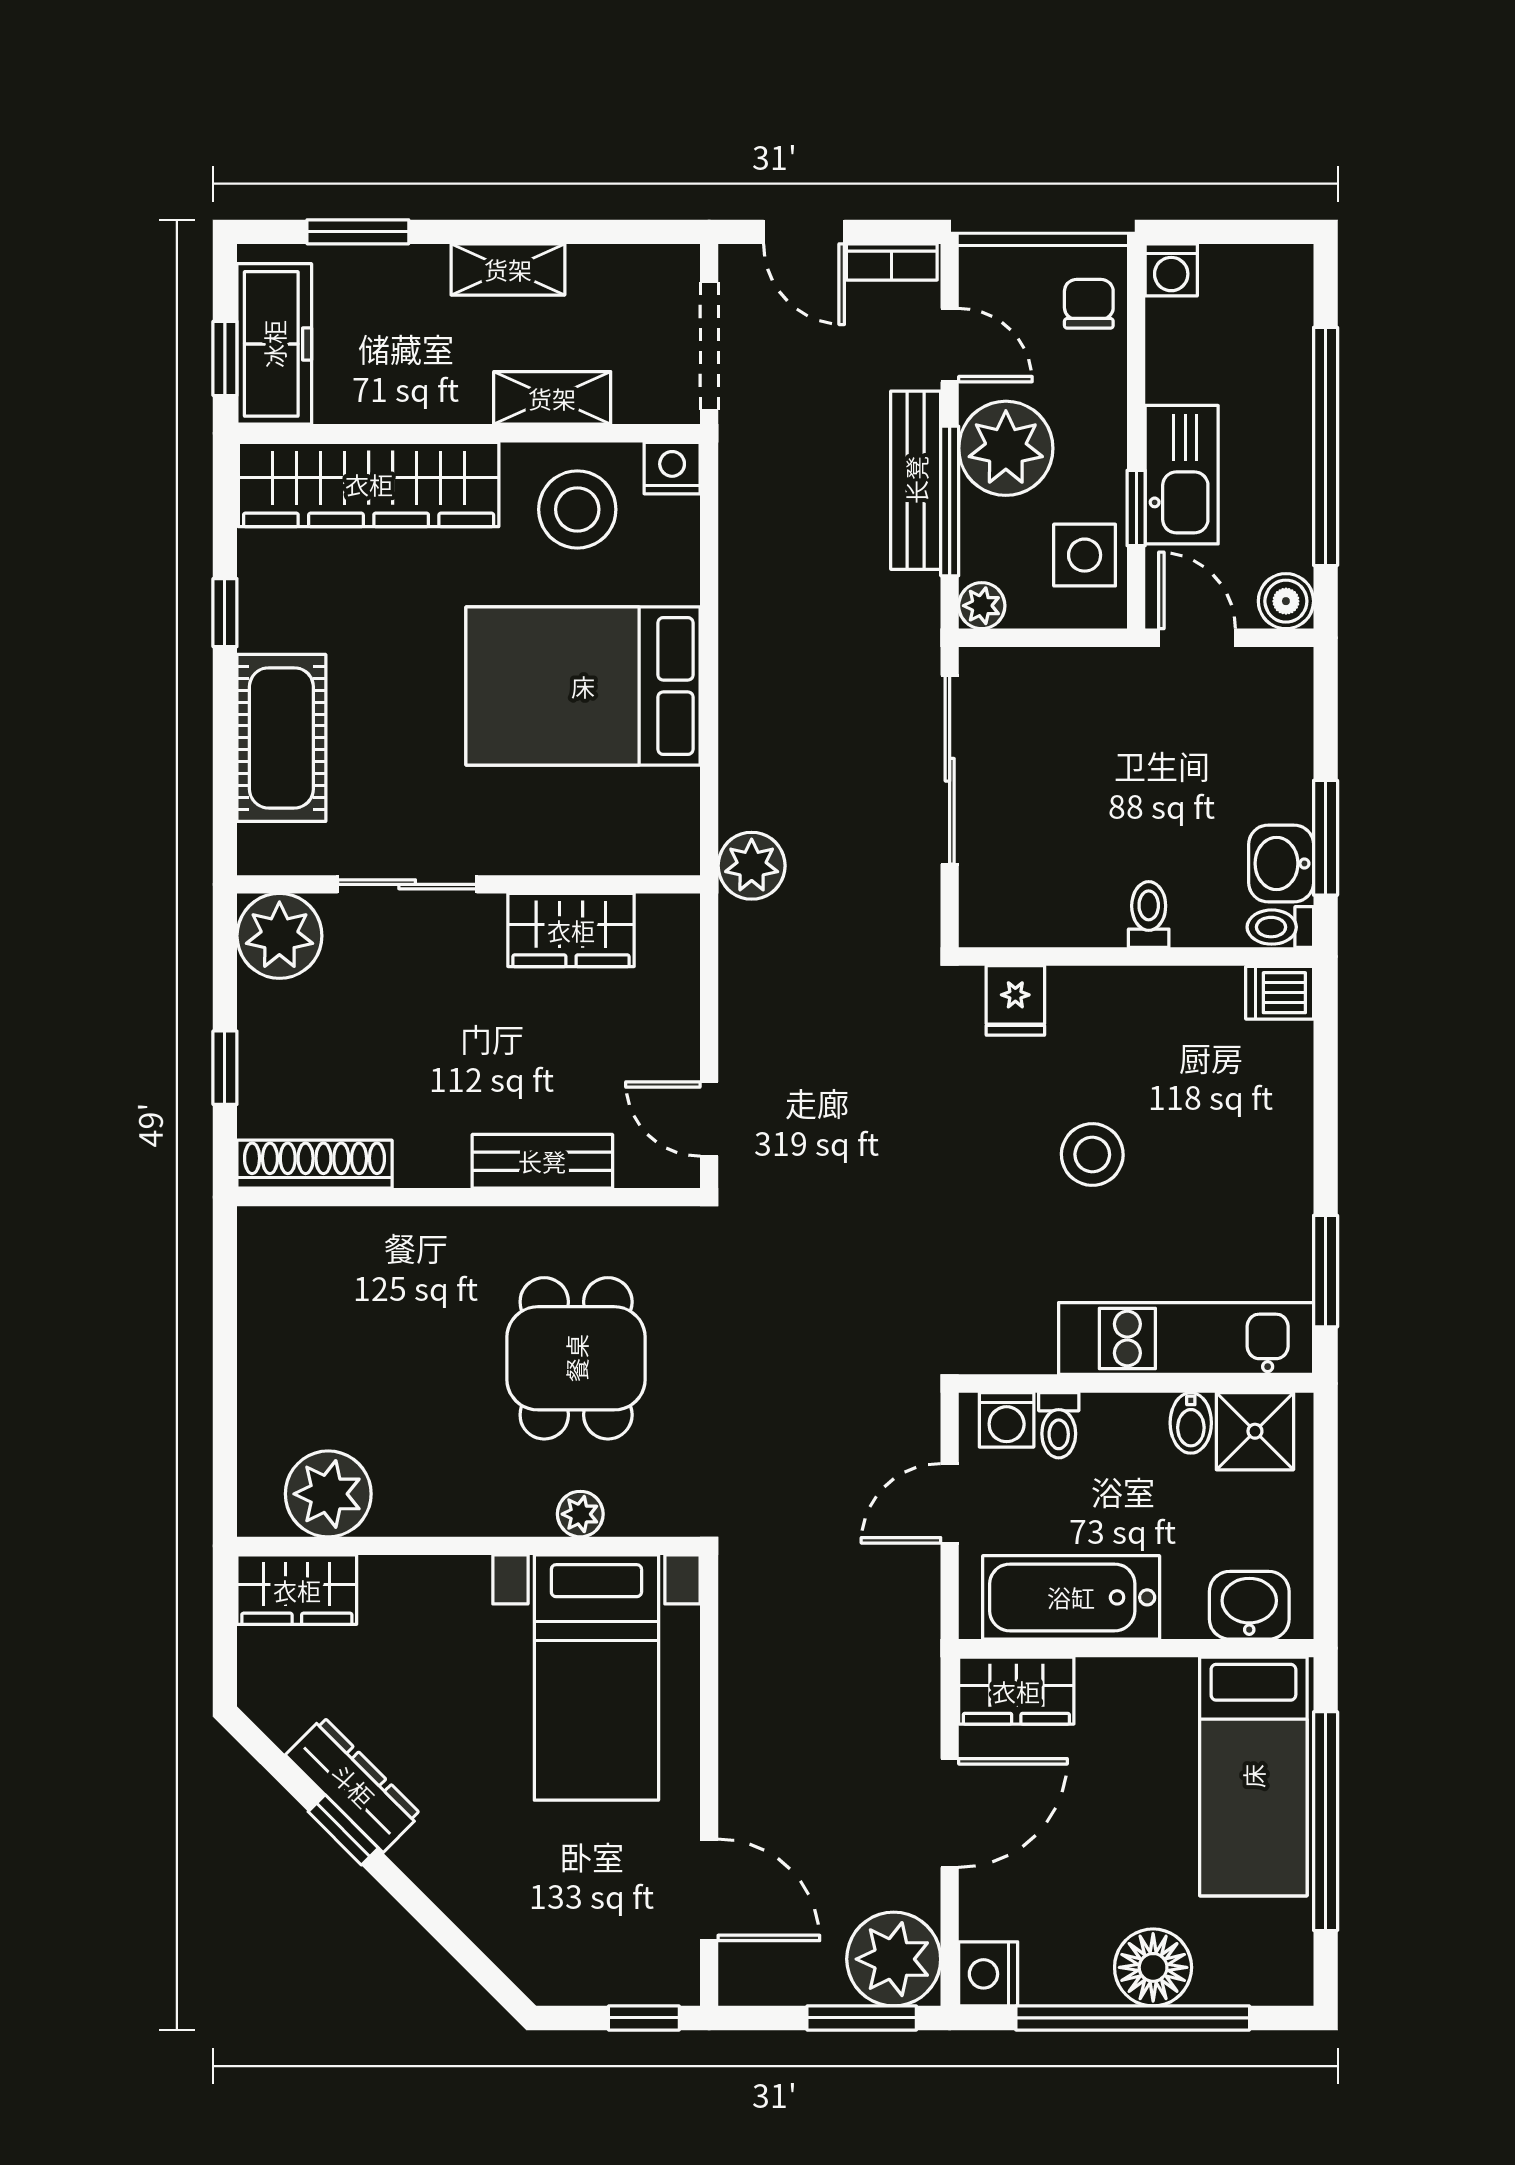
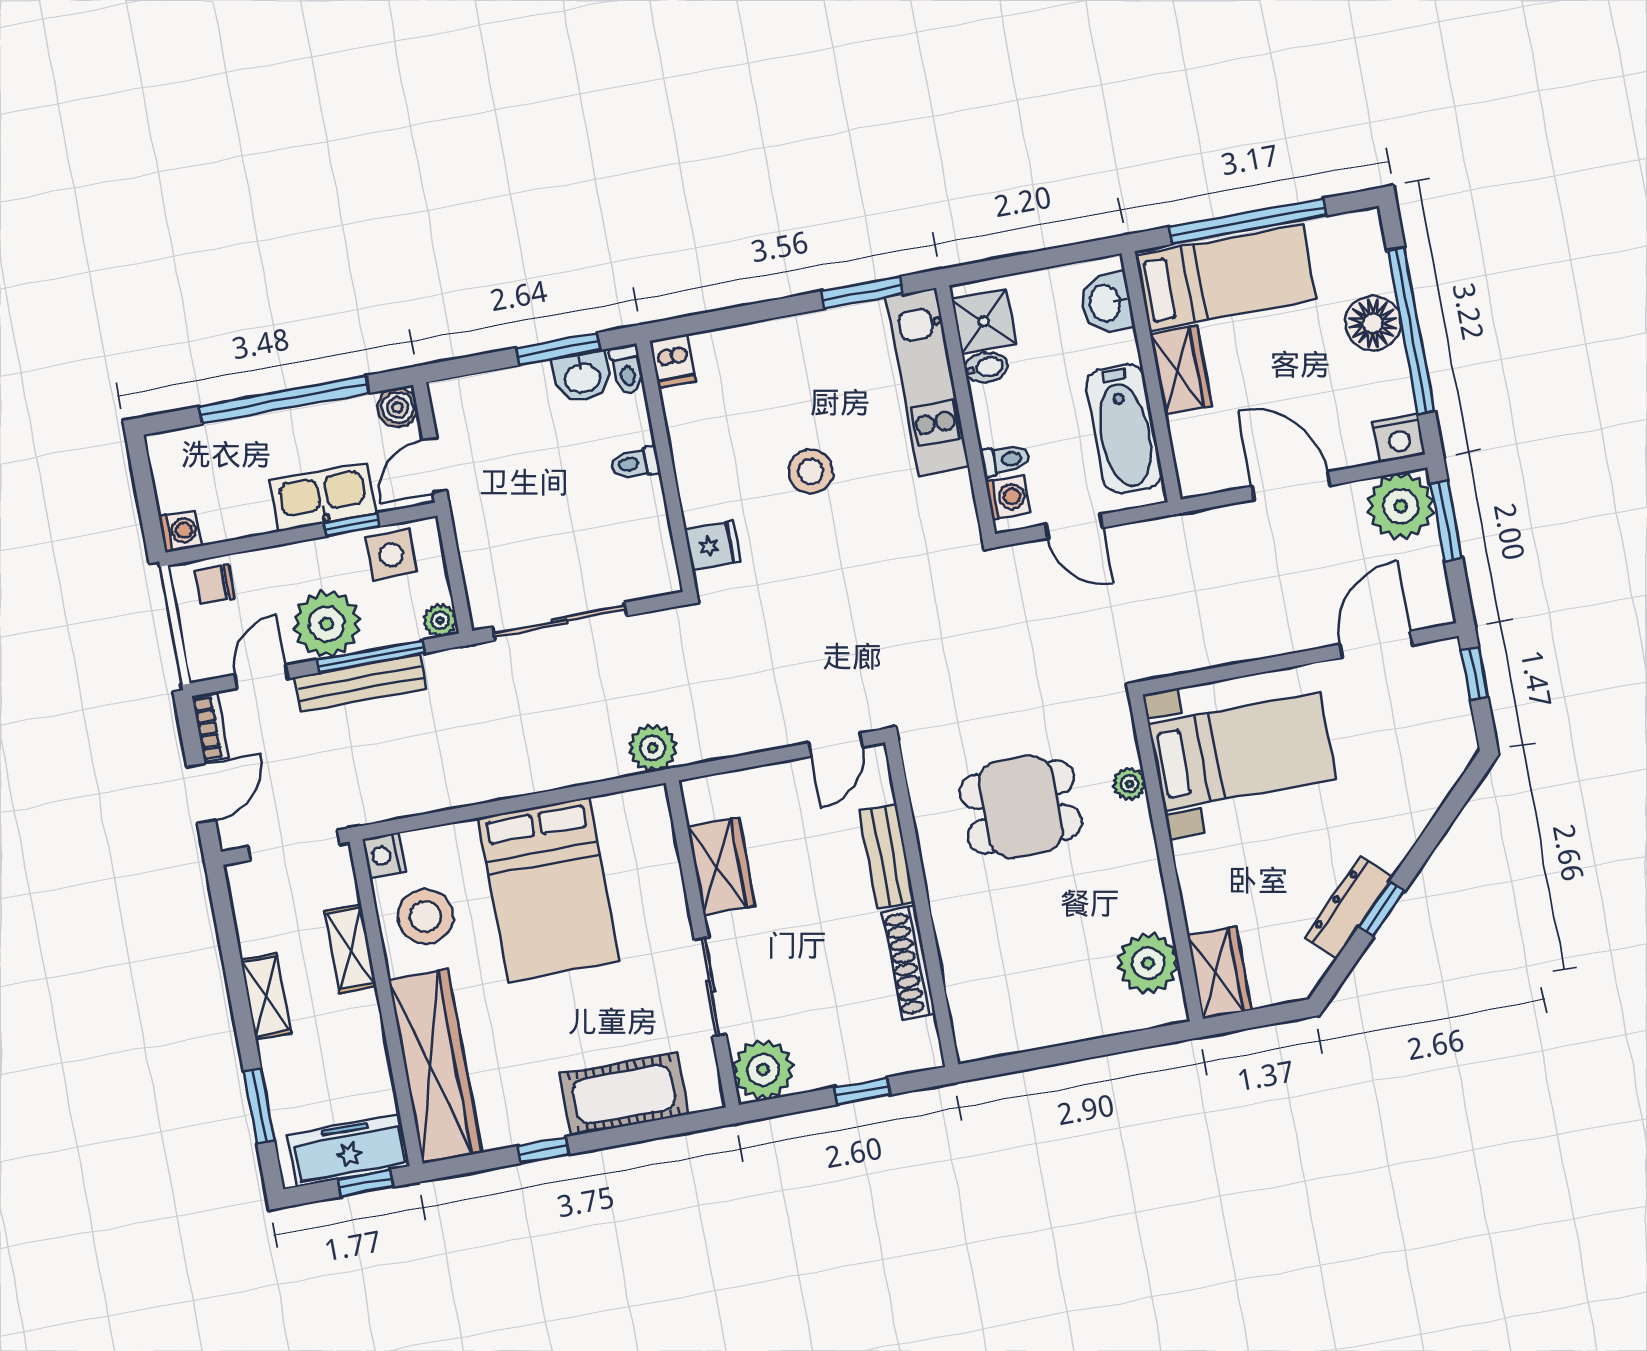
shoe rack: (315, 1164) -> (909, 963), moved
wardrobe: (1016, 1691) -> (1181, 370), moved

